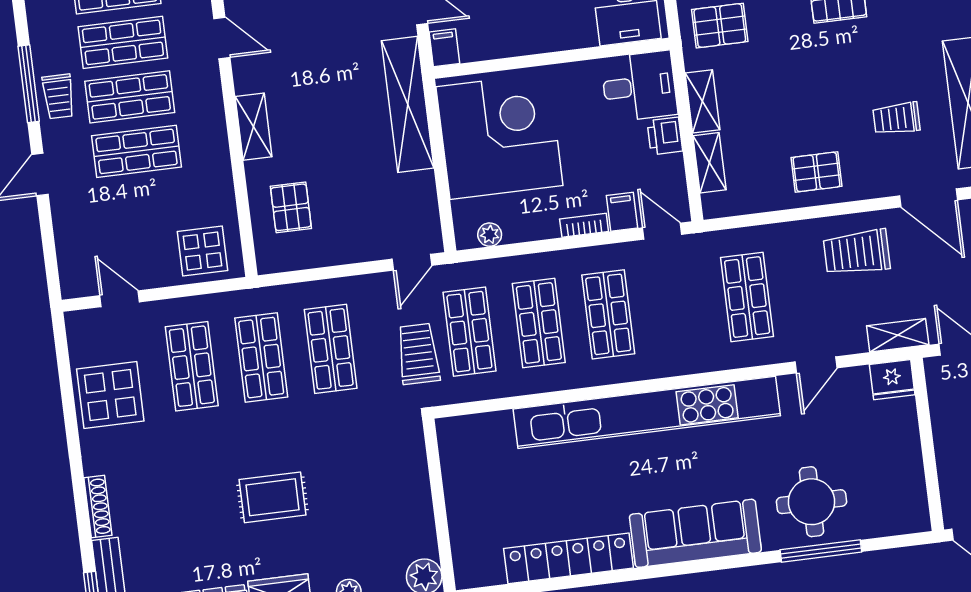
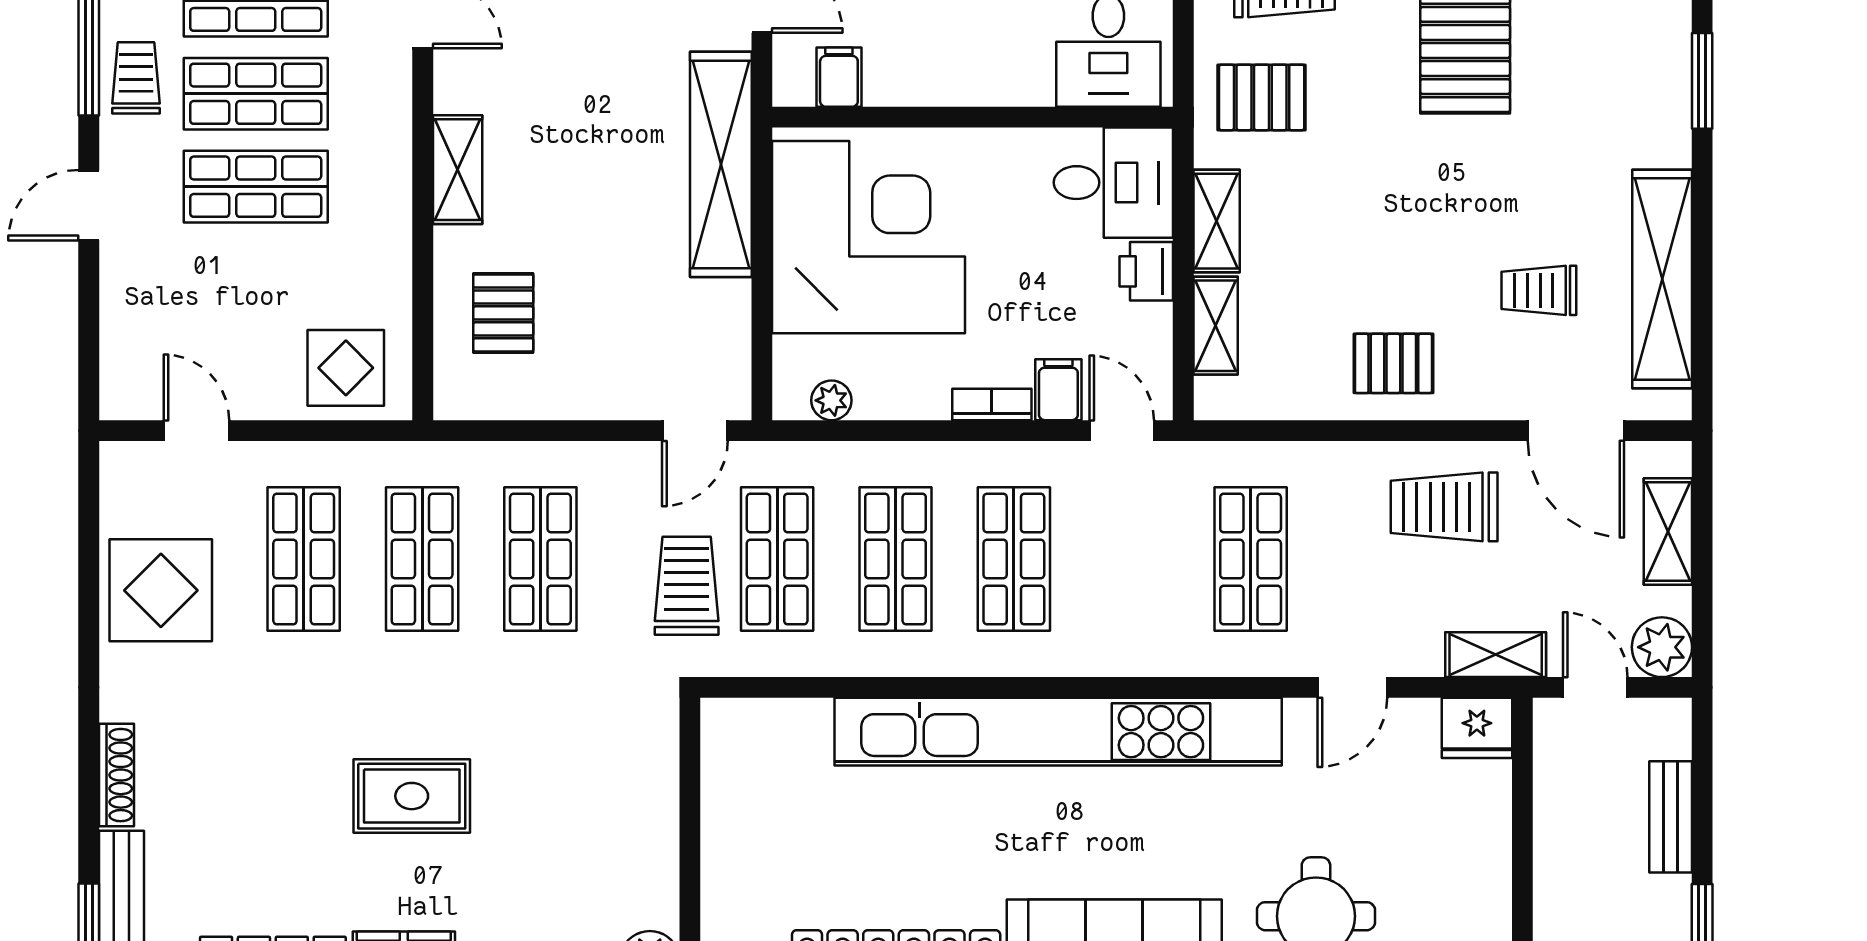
filing cabinet: (444, 48) -> (839, 77), moved
trolley: (58, 96) -> (136, 78), turned 180

